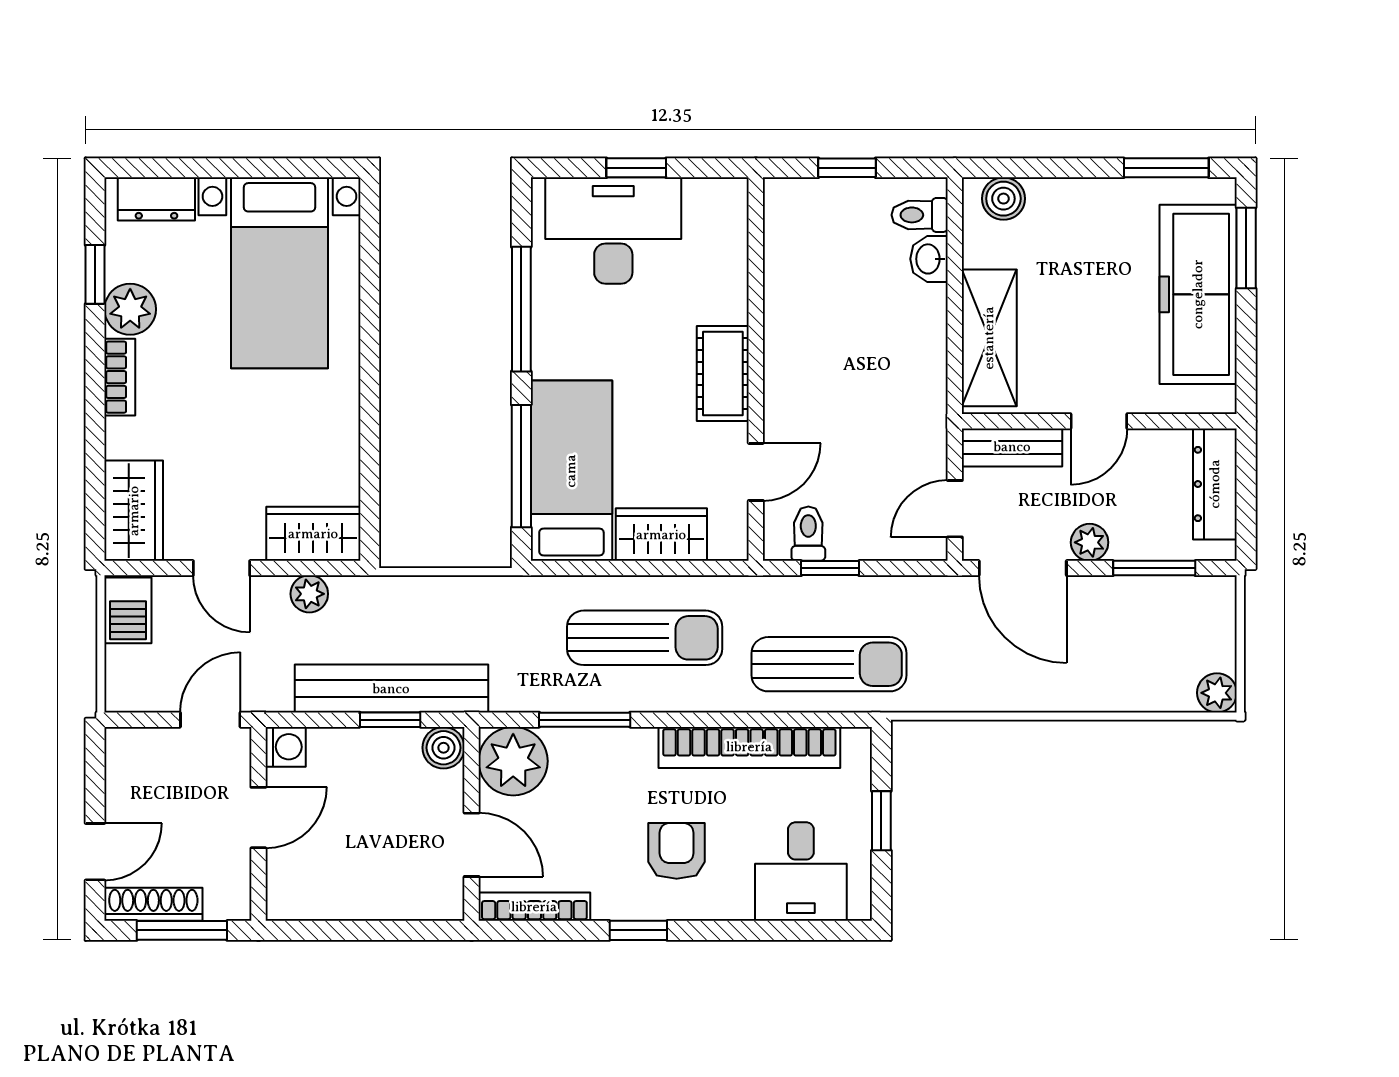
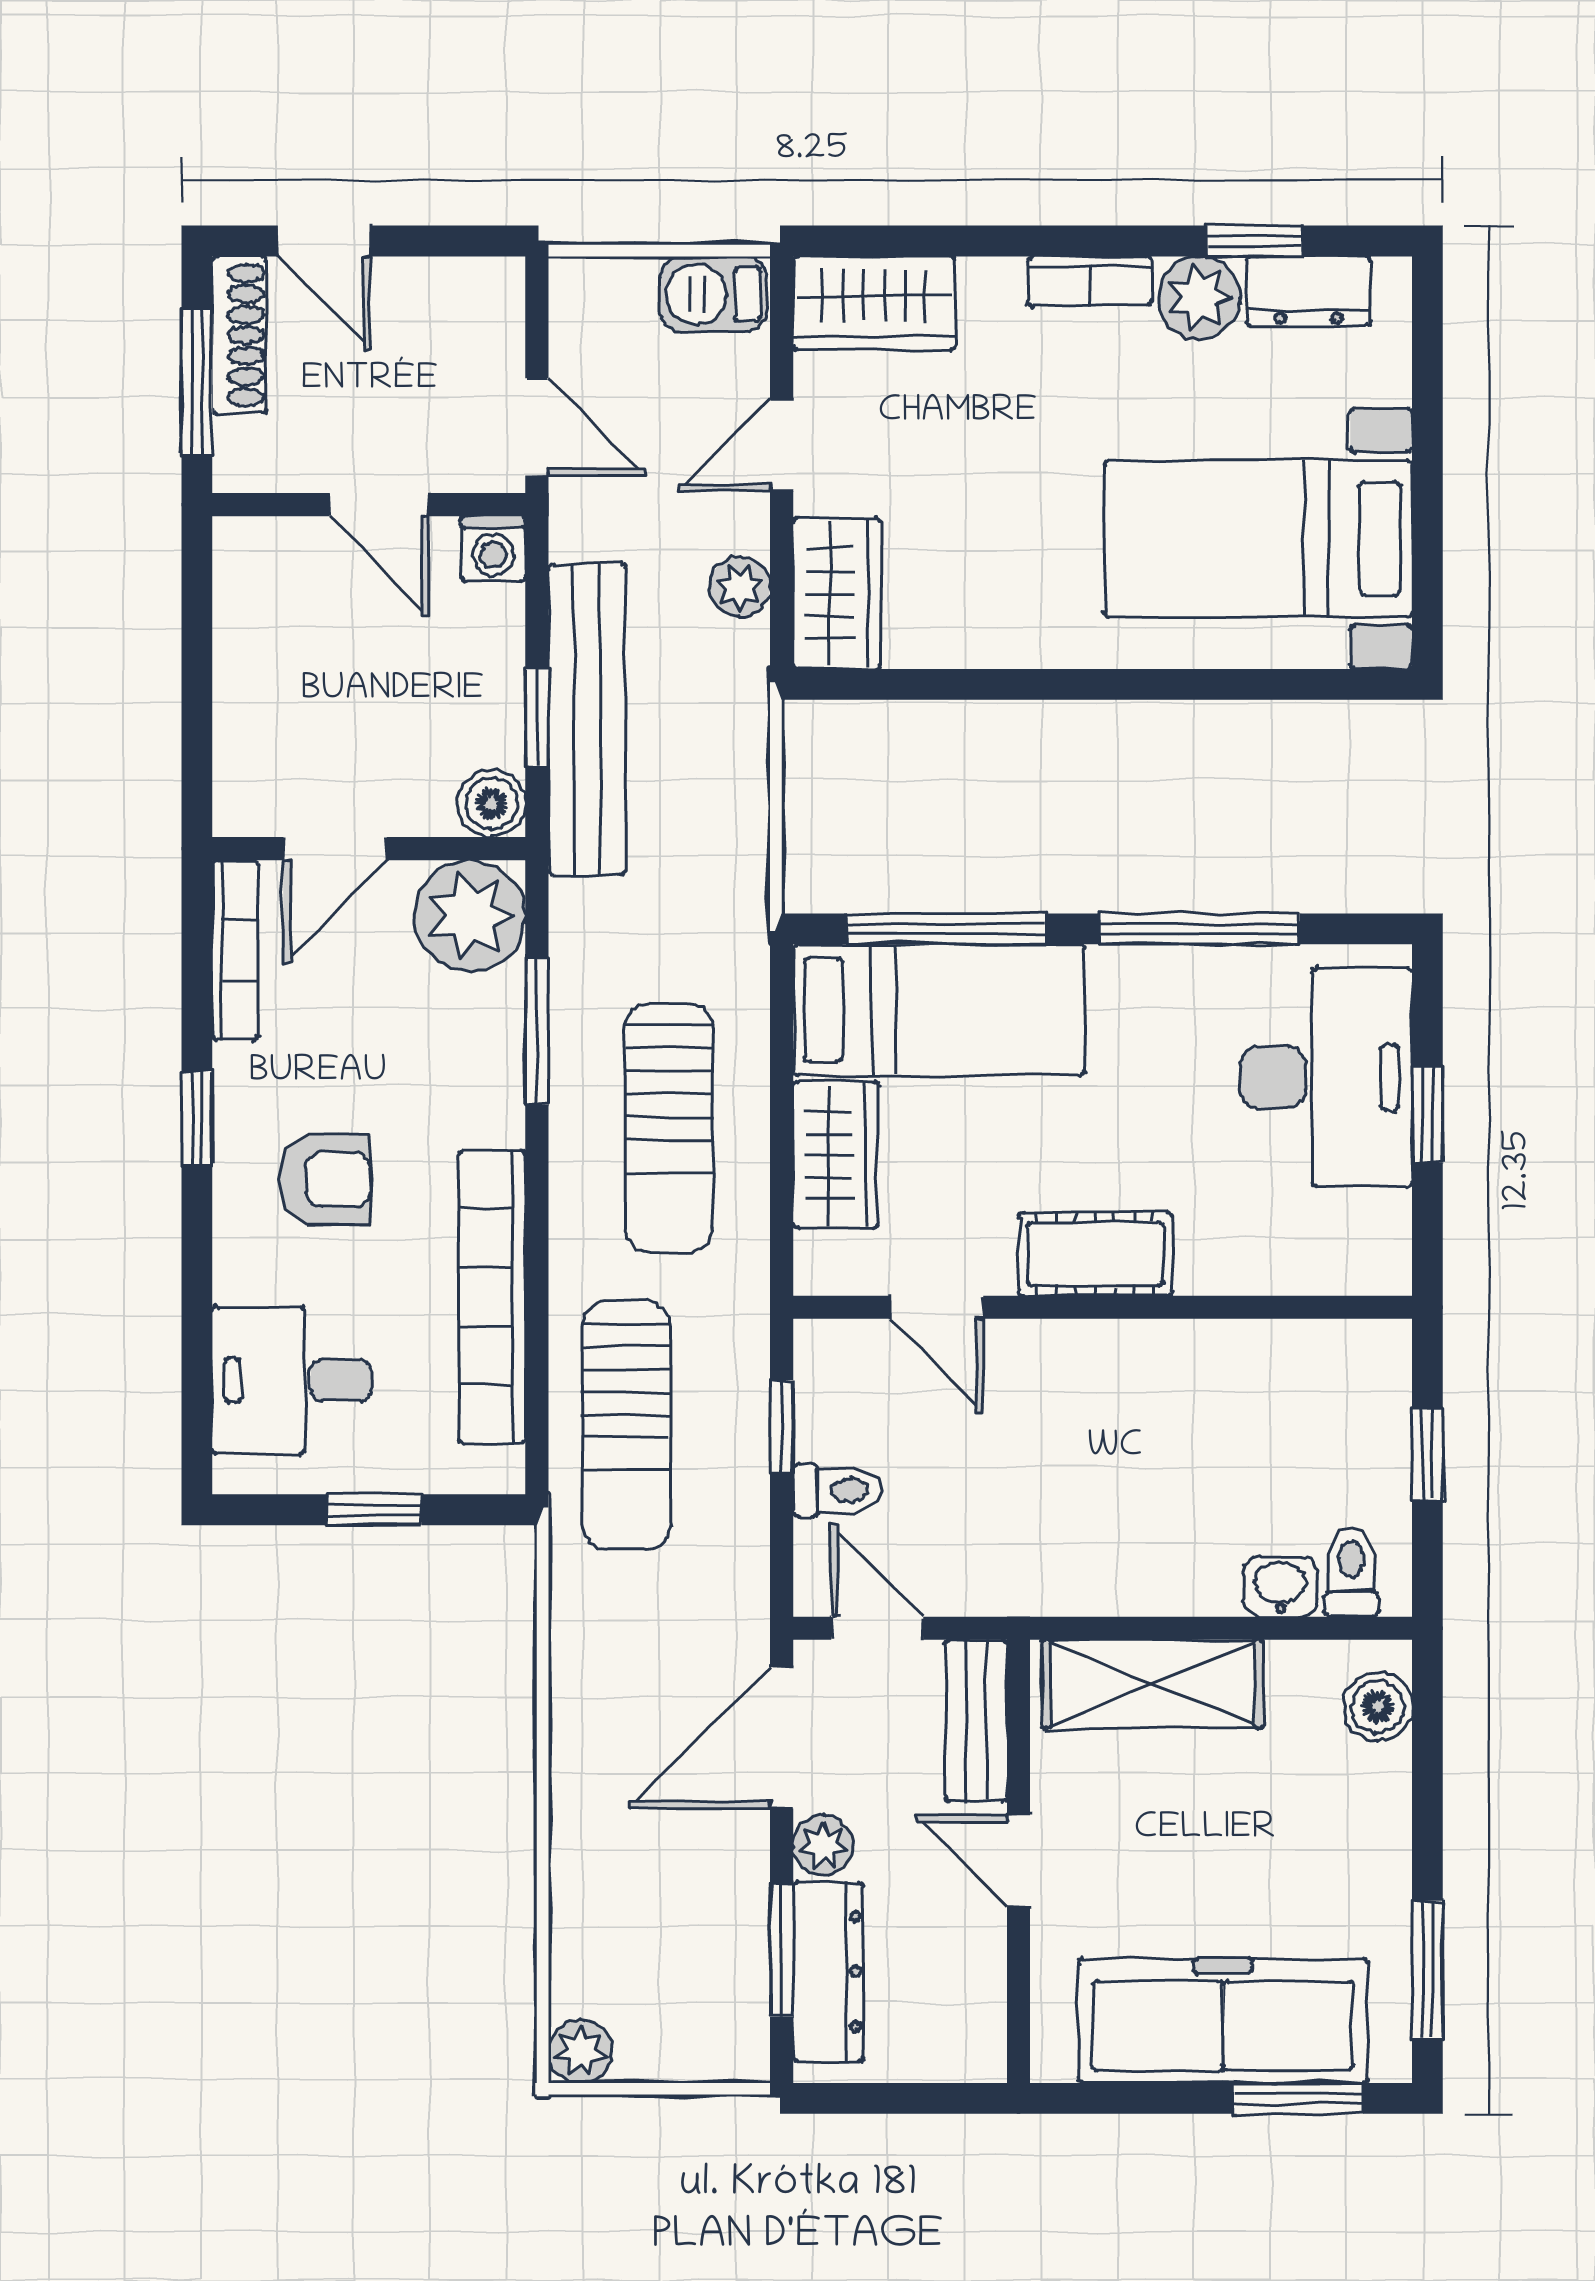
dresser: (156, 199) -> (1309, 291), moved, turned -90
dresser: (1215, 484) -> (828, 1972), moved, turned 90
toilet: (808, 534) -> (837, 1490), moved

